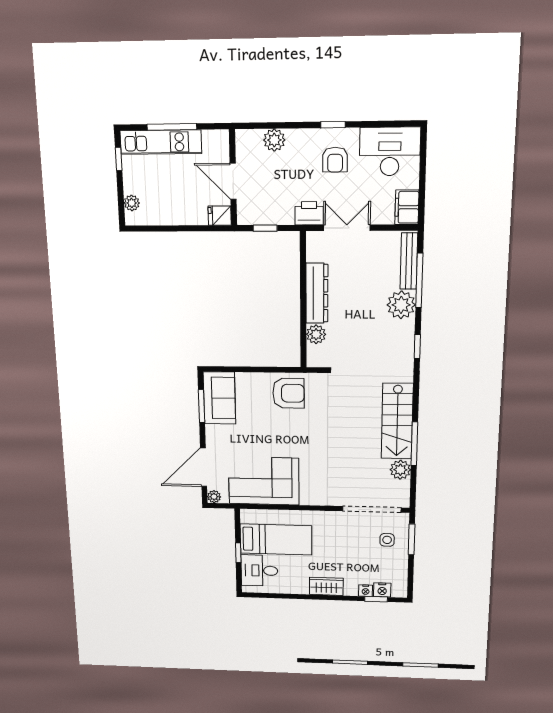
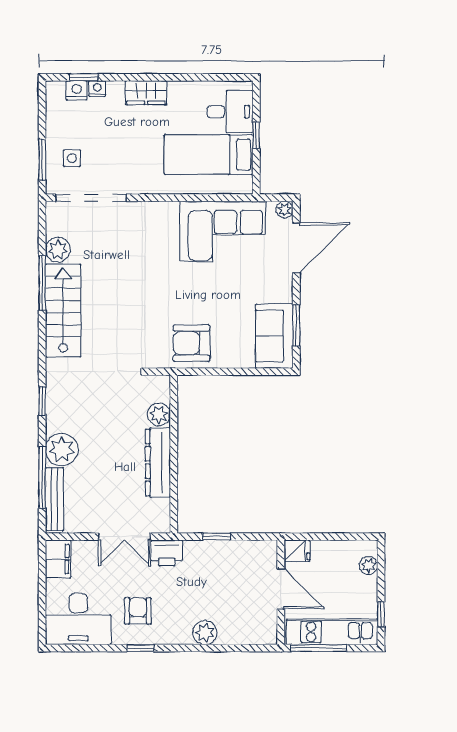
wall: (233, 178) -> (281, 592), moved
door: (233, 181) -> (281, 589), moved
fridge: (220, 216) -> (297, 551), moved

